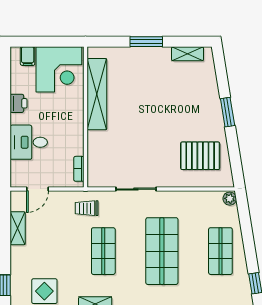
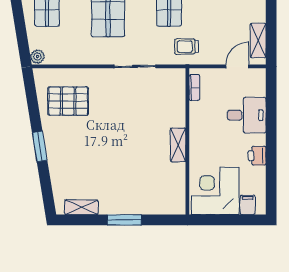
shelving: (97, 94) -> (178, 145), width x0.45, depth x0.75
trolley: (87, 208) -> (186, 47), turned 180
shelving: (18, 228) -> (258, 41), moved

